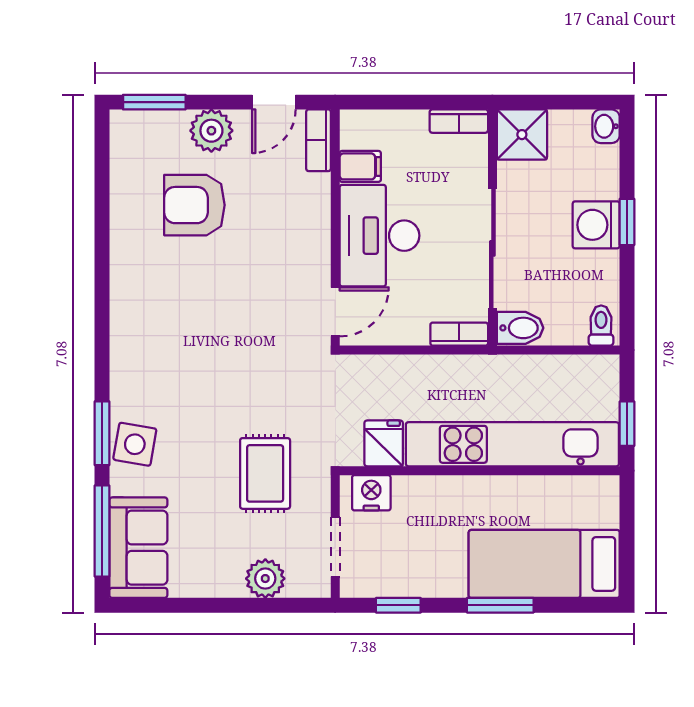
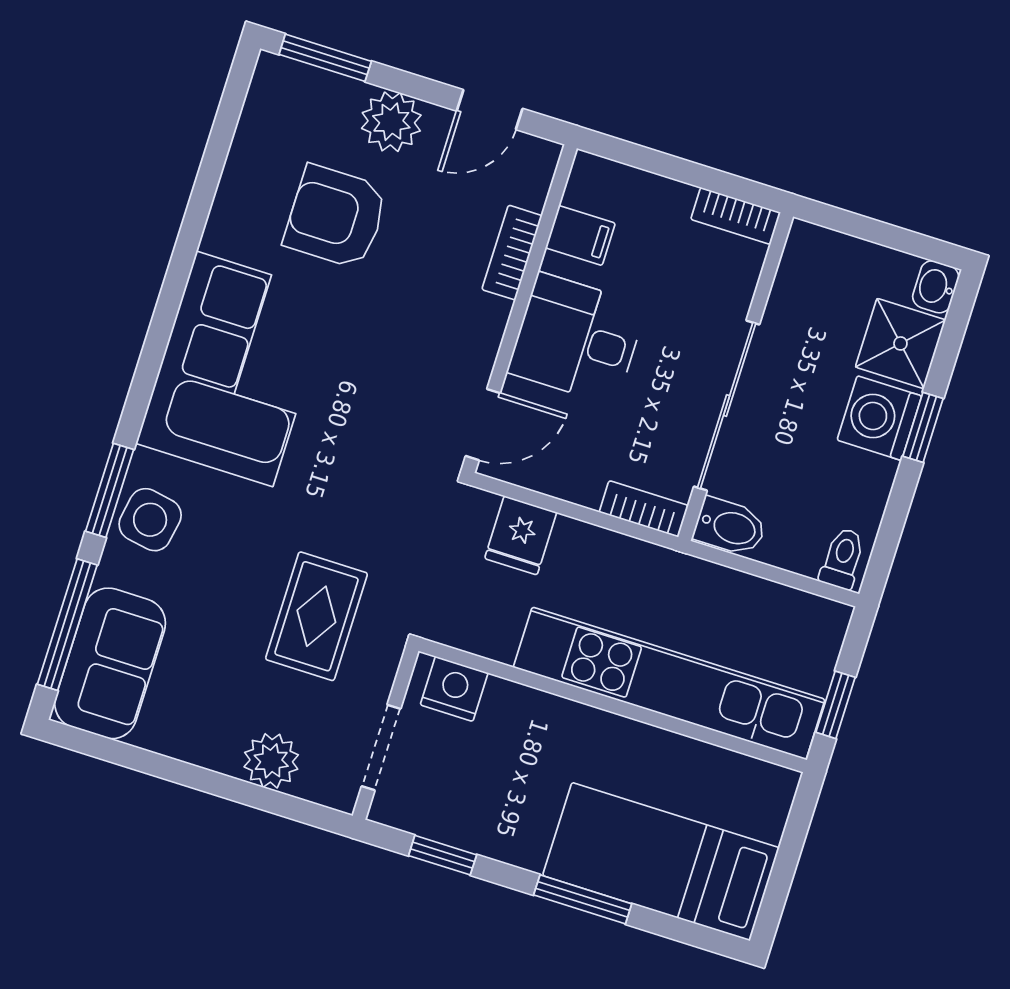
shower: (522, 135) -> (900, 343), moved
bookcase: (319, 140) -> (512, 253), moved
desk: (379, 236) -> (577, 339), width x0.73
corner sofa: (159, 327) -> (235, 369), added
fridge: (384, 443) -> (521, 535), moved, turned 180

